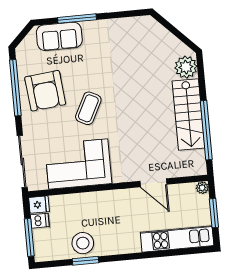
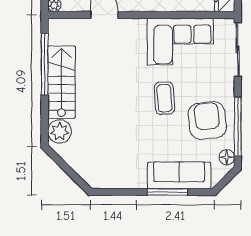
sofa: (59, 36) -> (179, 175), width x1.36
floor lamp: (23, 57) -> (227, 157), added
coffee table: (88, 108) -> (164, 98), turned -31

